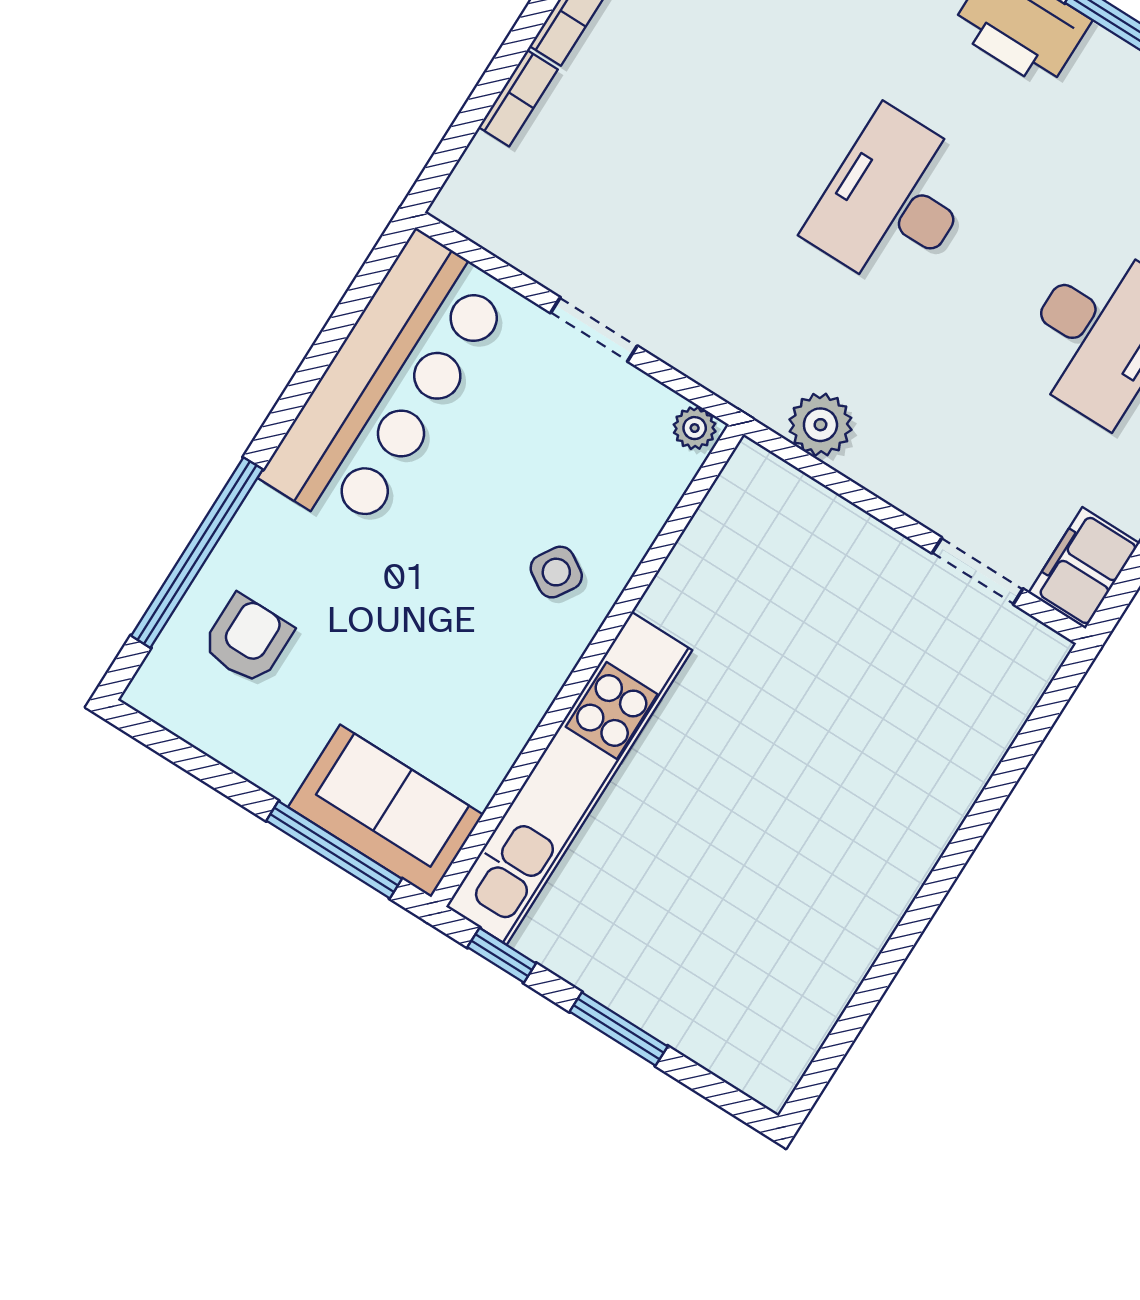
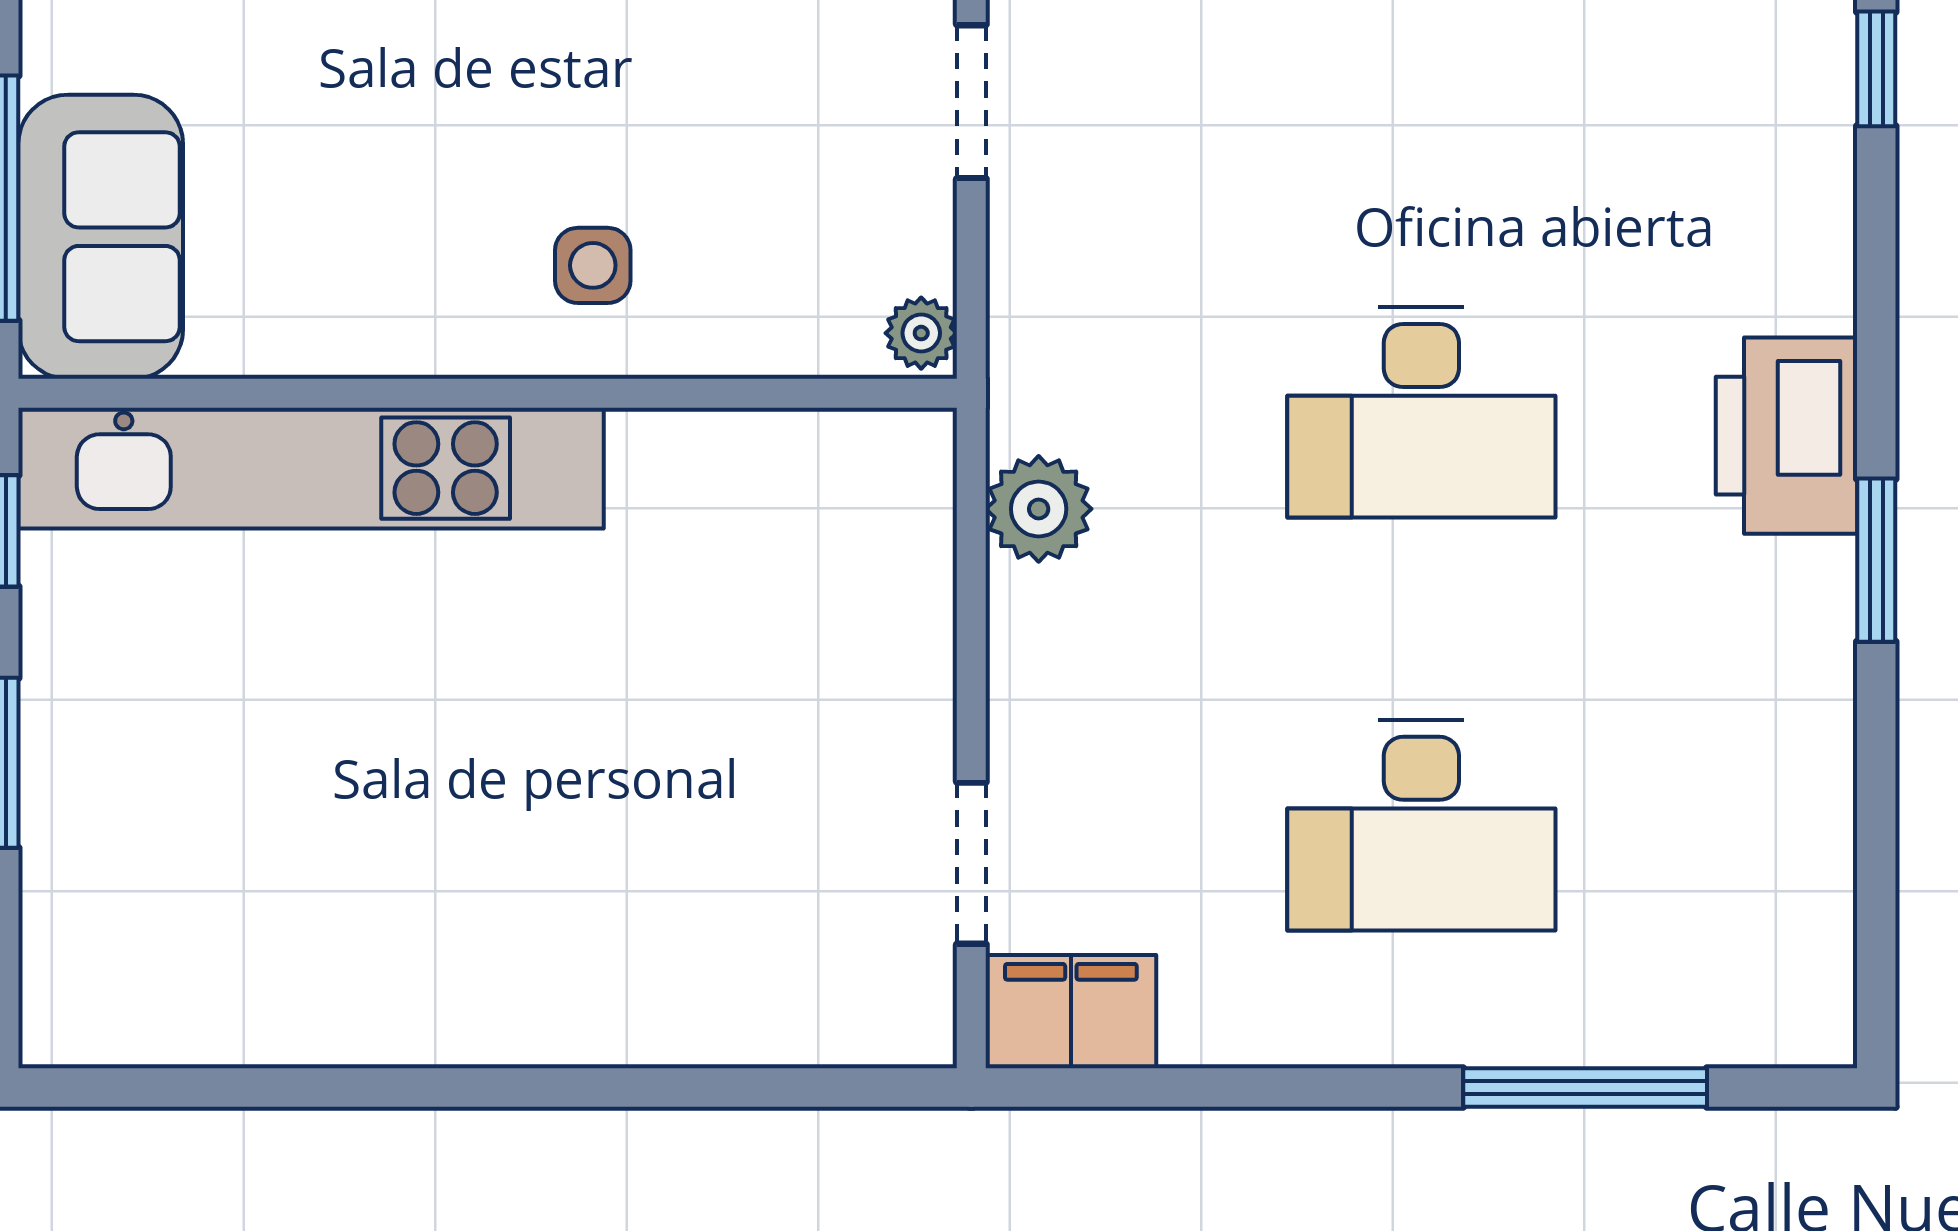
desk: (893, 201) -> (1421, 412), turned 180
side table: (556, 572) -> (593, 265), turned -32

